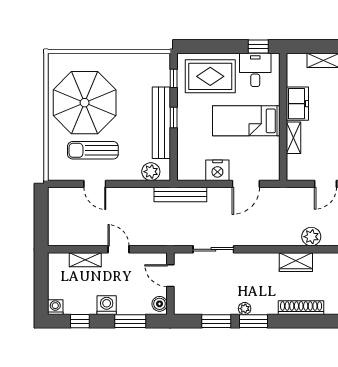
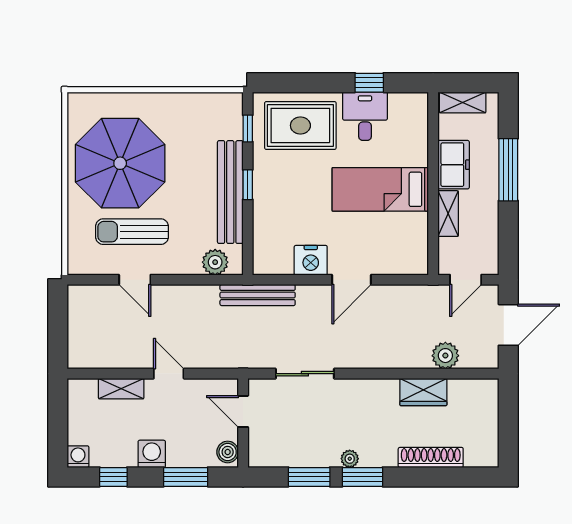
freezer: (297, 104) -> (454, 165), moved
wall: (283, 117) -> (433, 184), moved
bed: (246, 121) -> (380, 189), moved
shelving: (294, 138) -> (448, 214), moved

